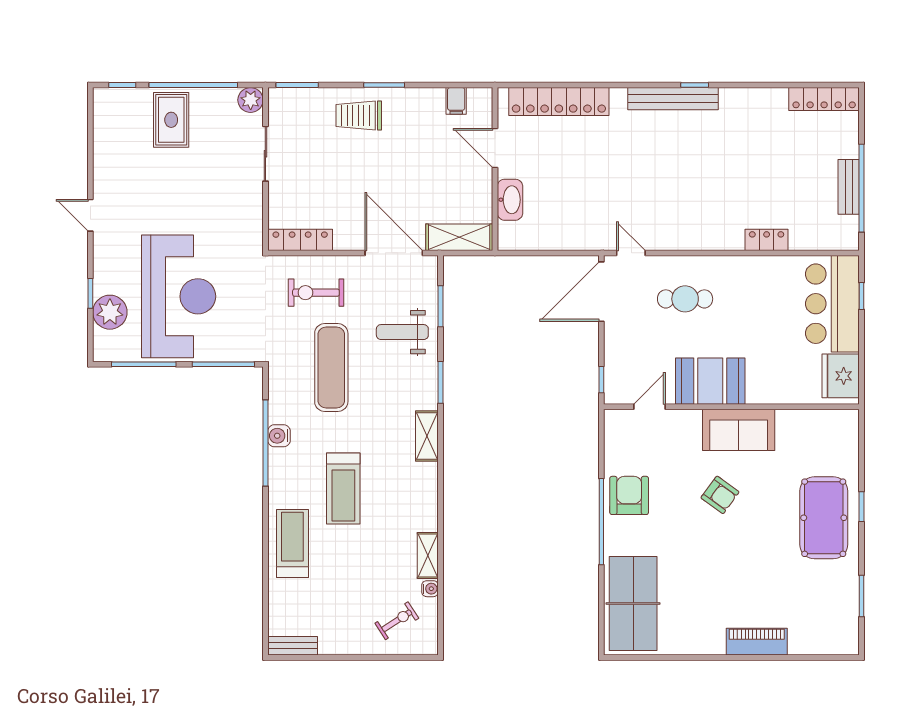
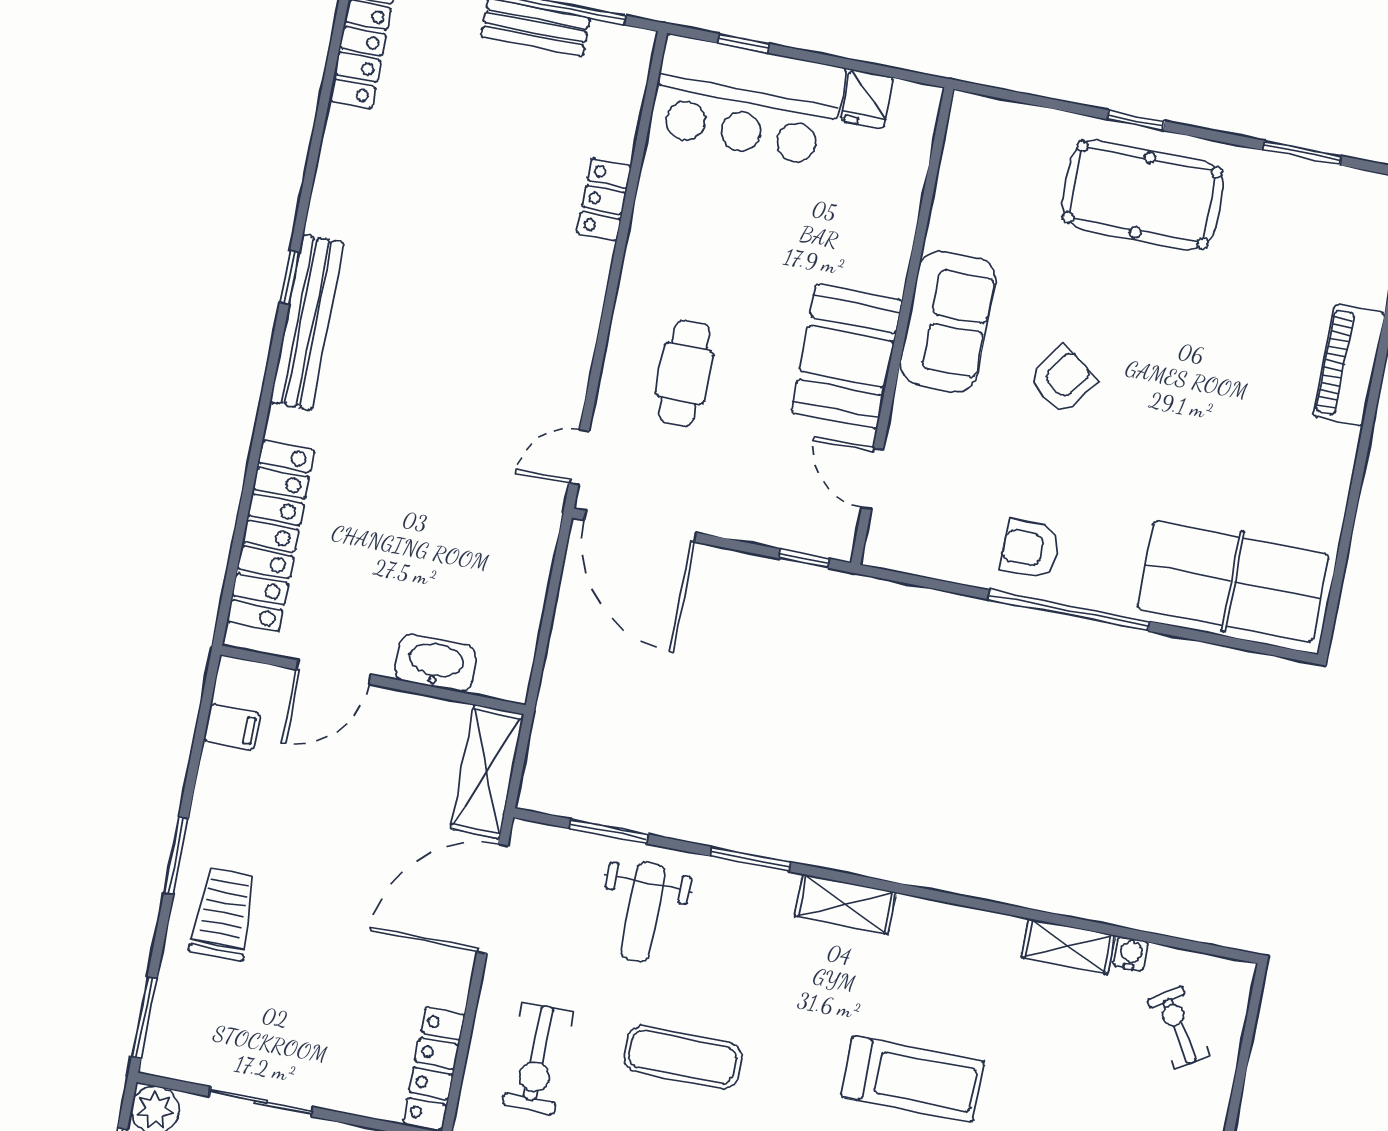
trolley: (359, 115) -> (223, 914), turned 180
exercise mat: (331, 367) -> (683, 1057), width x0.73, depth x0.69
fridge: (841, 376) -> (867, 99), width x0.53, depth x0.75
armchair: (629, 495) -> (1030, 549), width x0.72, depth x0.72

